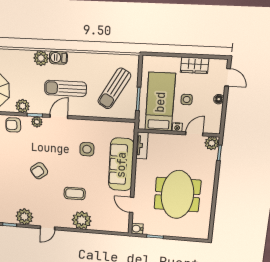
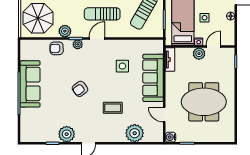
plant: (212, 143) -> (199, 54), moved
meeting table: (177, 195) -> (204, 102), turned 90
plant: (82, 220) -> (135, 133), moved

